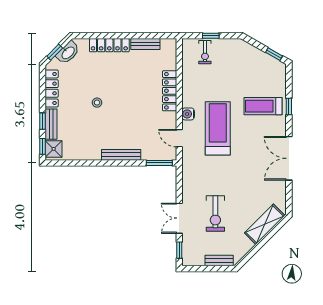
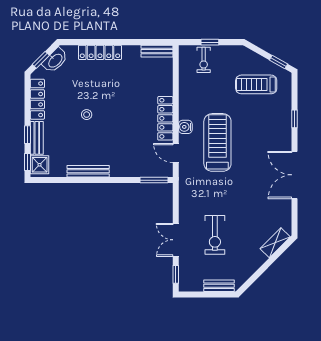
bench: (145, 44) -> (157, 51), moved
locker: (170, 91) -> (165, 118), moved
treadmill: (263, 106) -> (256, 84), moved
bench: (121, 155) -> (88, 171), moved
shelving: (265, 224) -> (275, 243), width x0.67, depth x0.75

